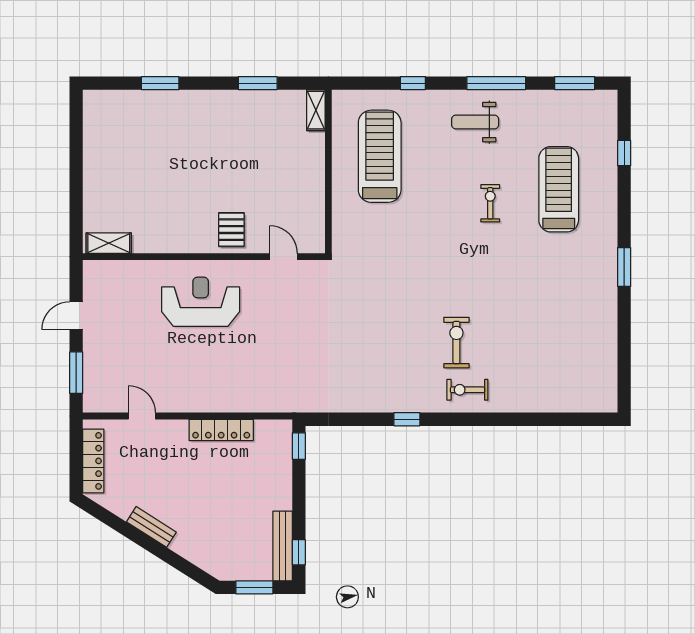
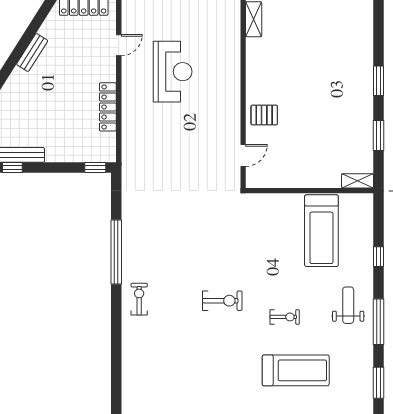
window: (160, 83) -> (379, 81), moved
treadmill: (380, 156) -> (321, 231), turned 90
reception desk: (201, 302) -> (173, 72), moved
exercise bike: (456, 343) -> (222, 301), moved
window: (407, 419) -> (116, 252), width x3.17

